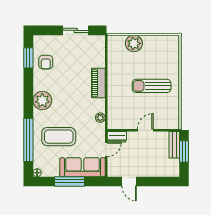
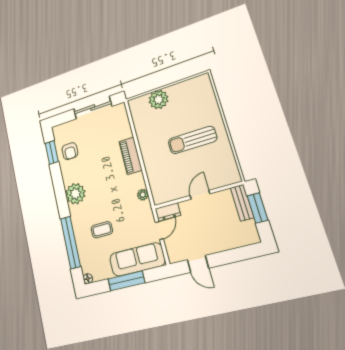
sliding door: (76, 30) -> (93, 108), width x1.37
coffee table: (59, 137) -> (102, 230), width x0.54, depth x0.58

